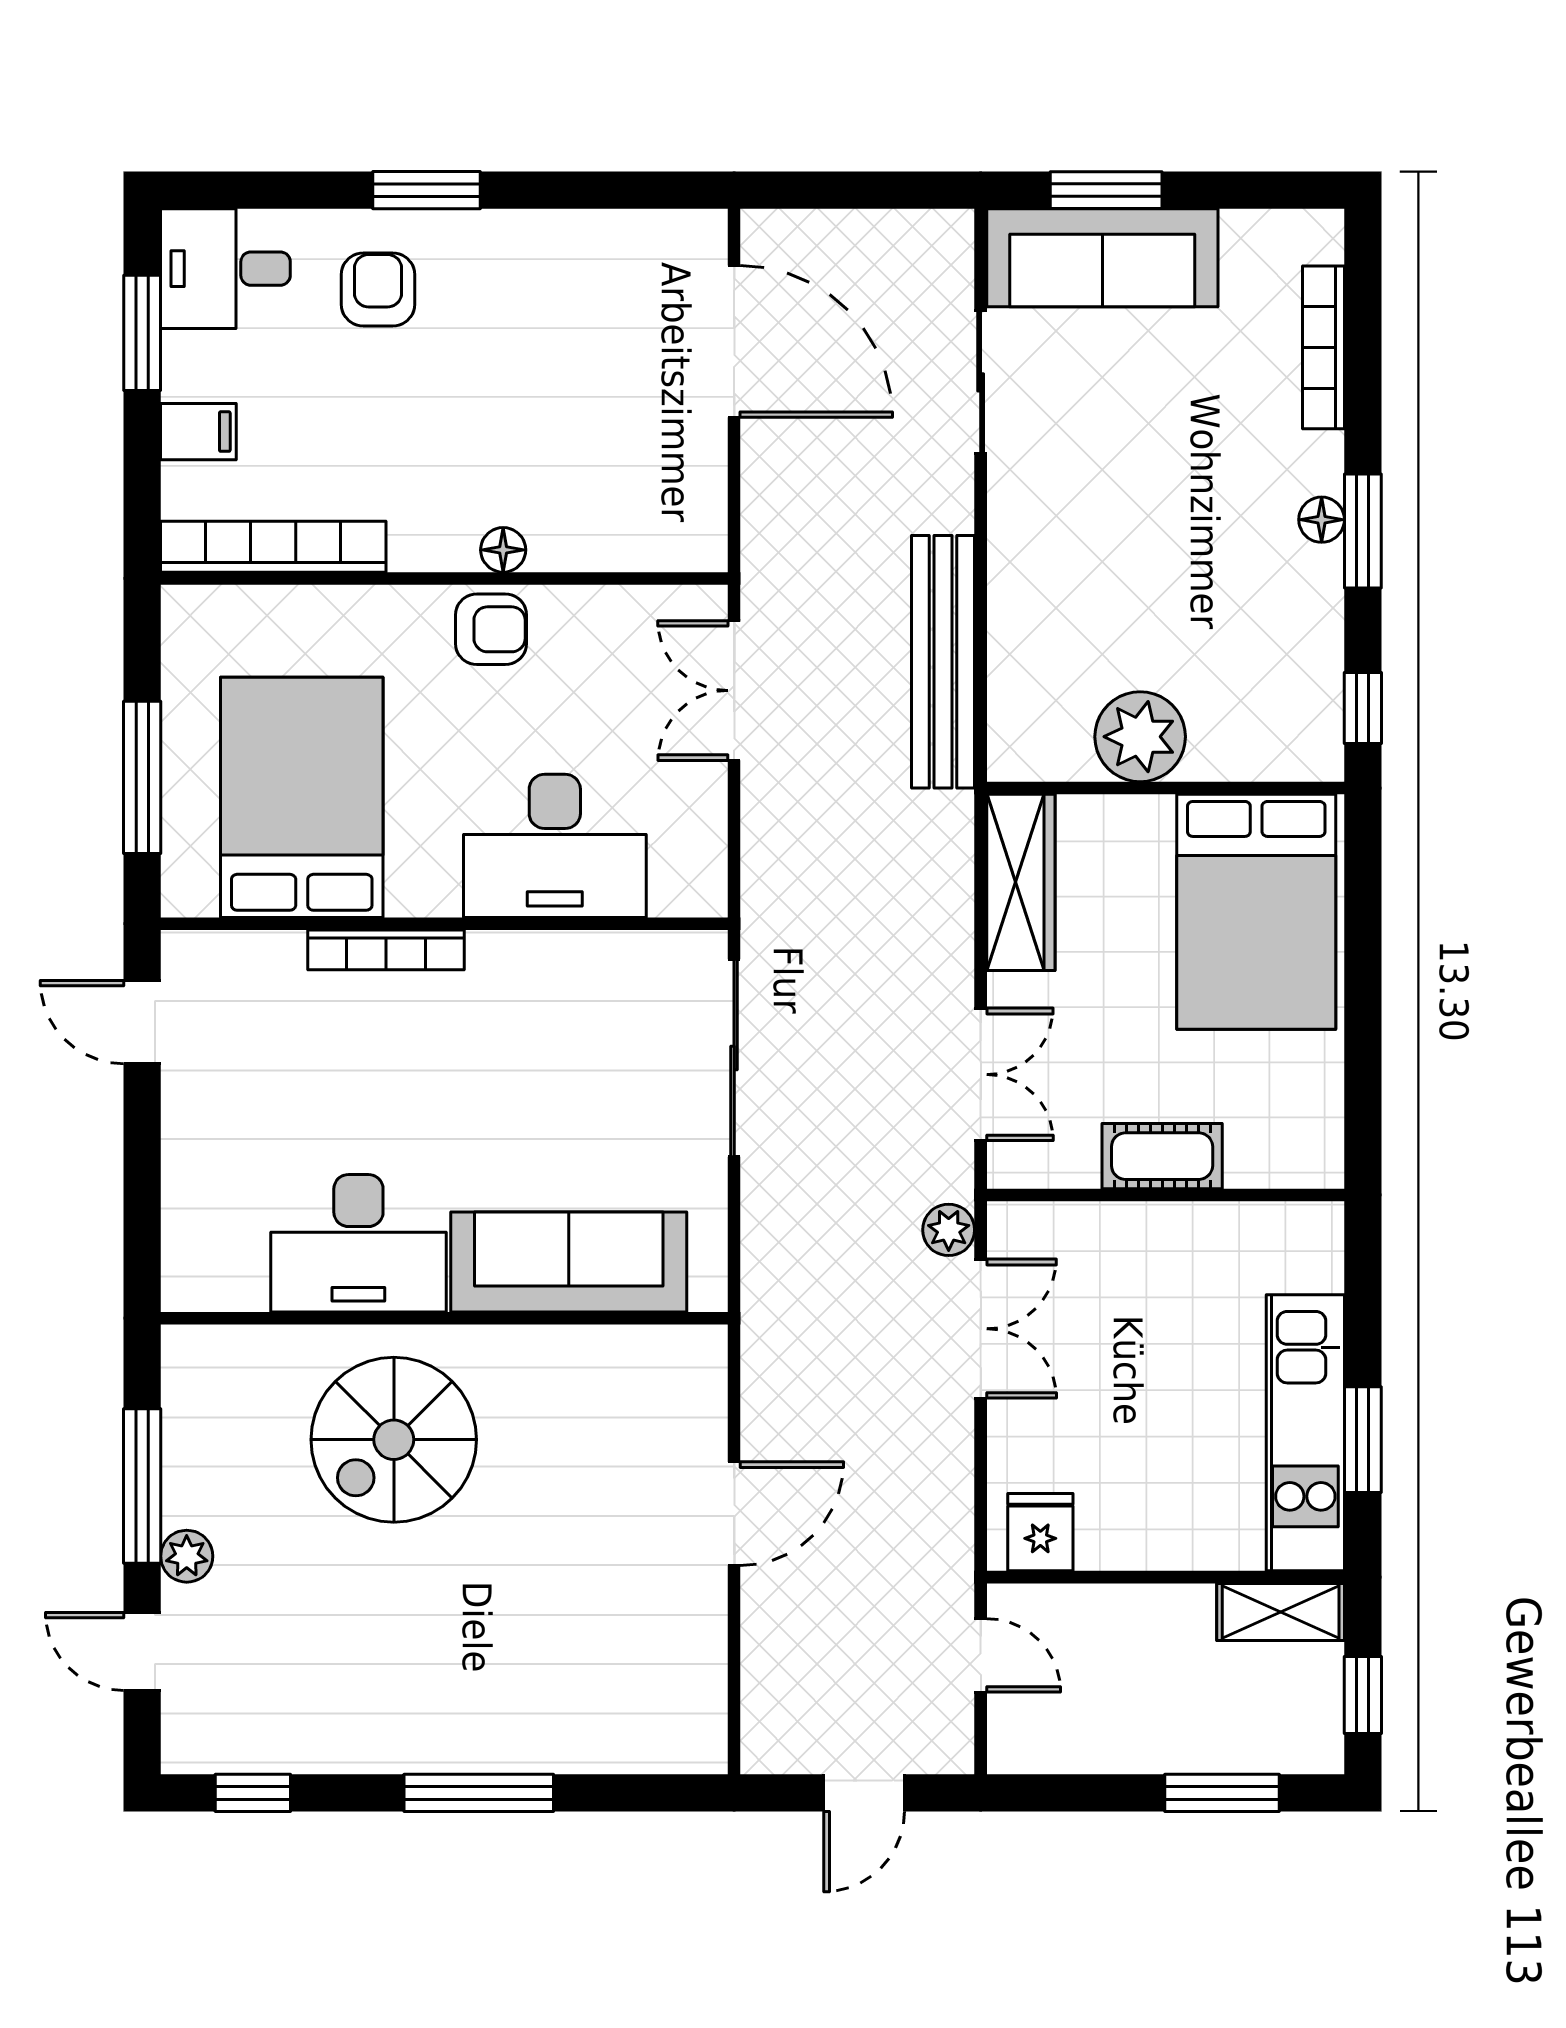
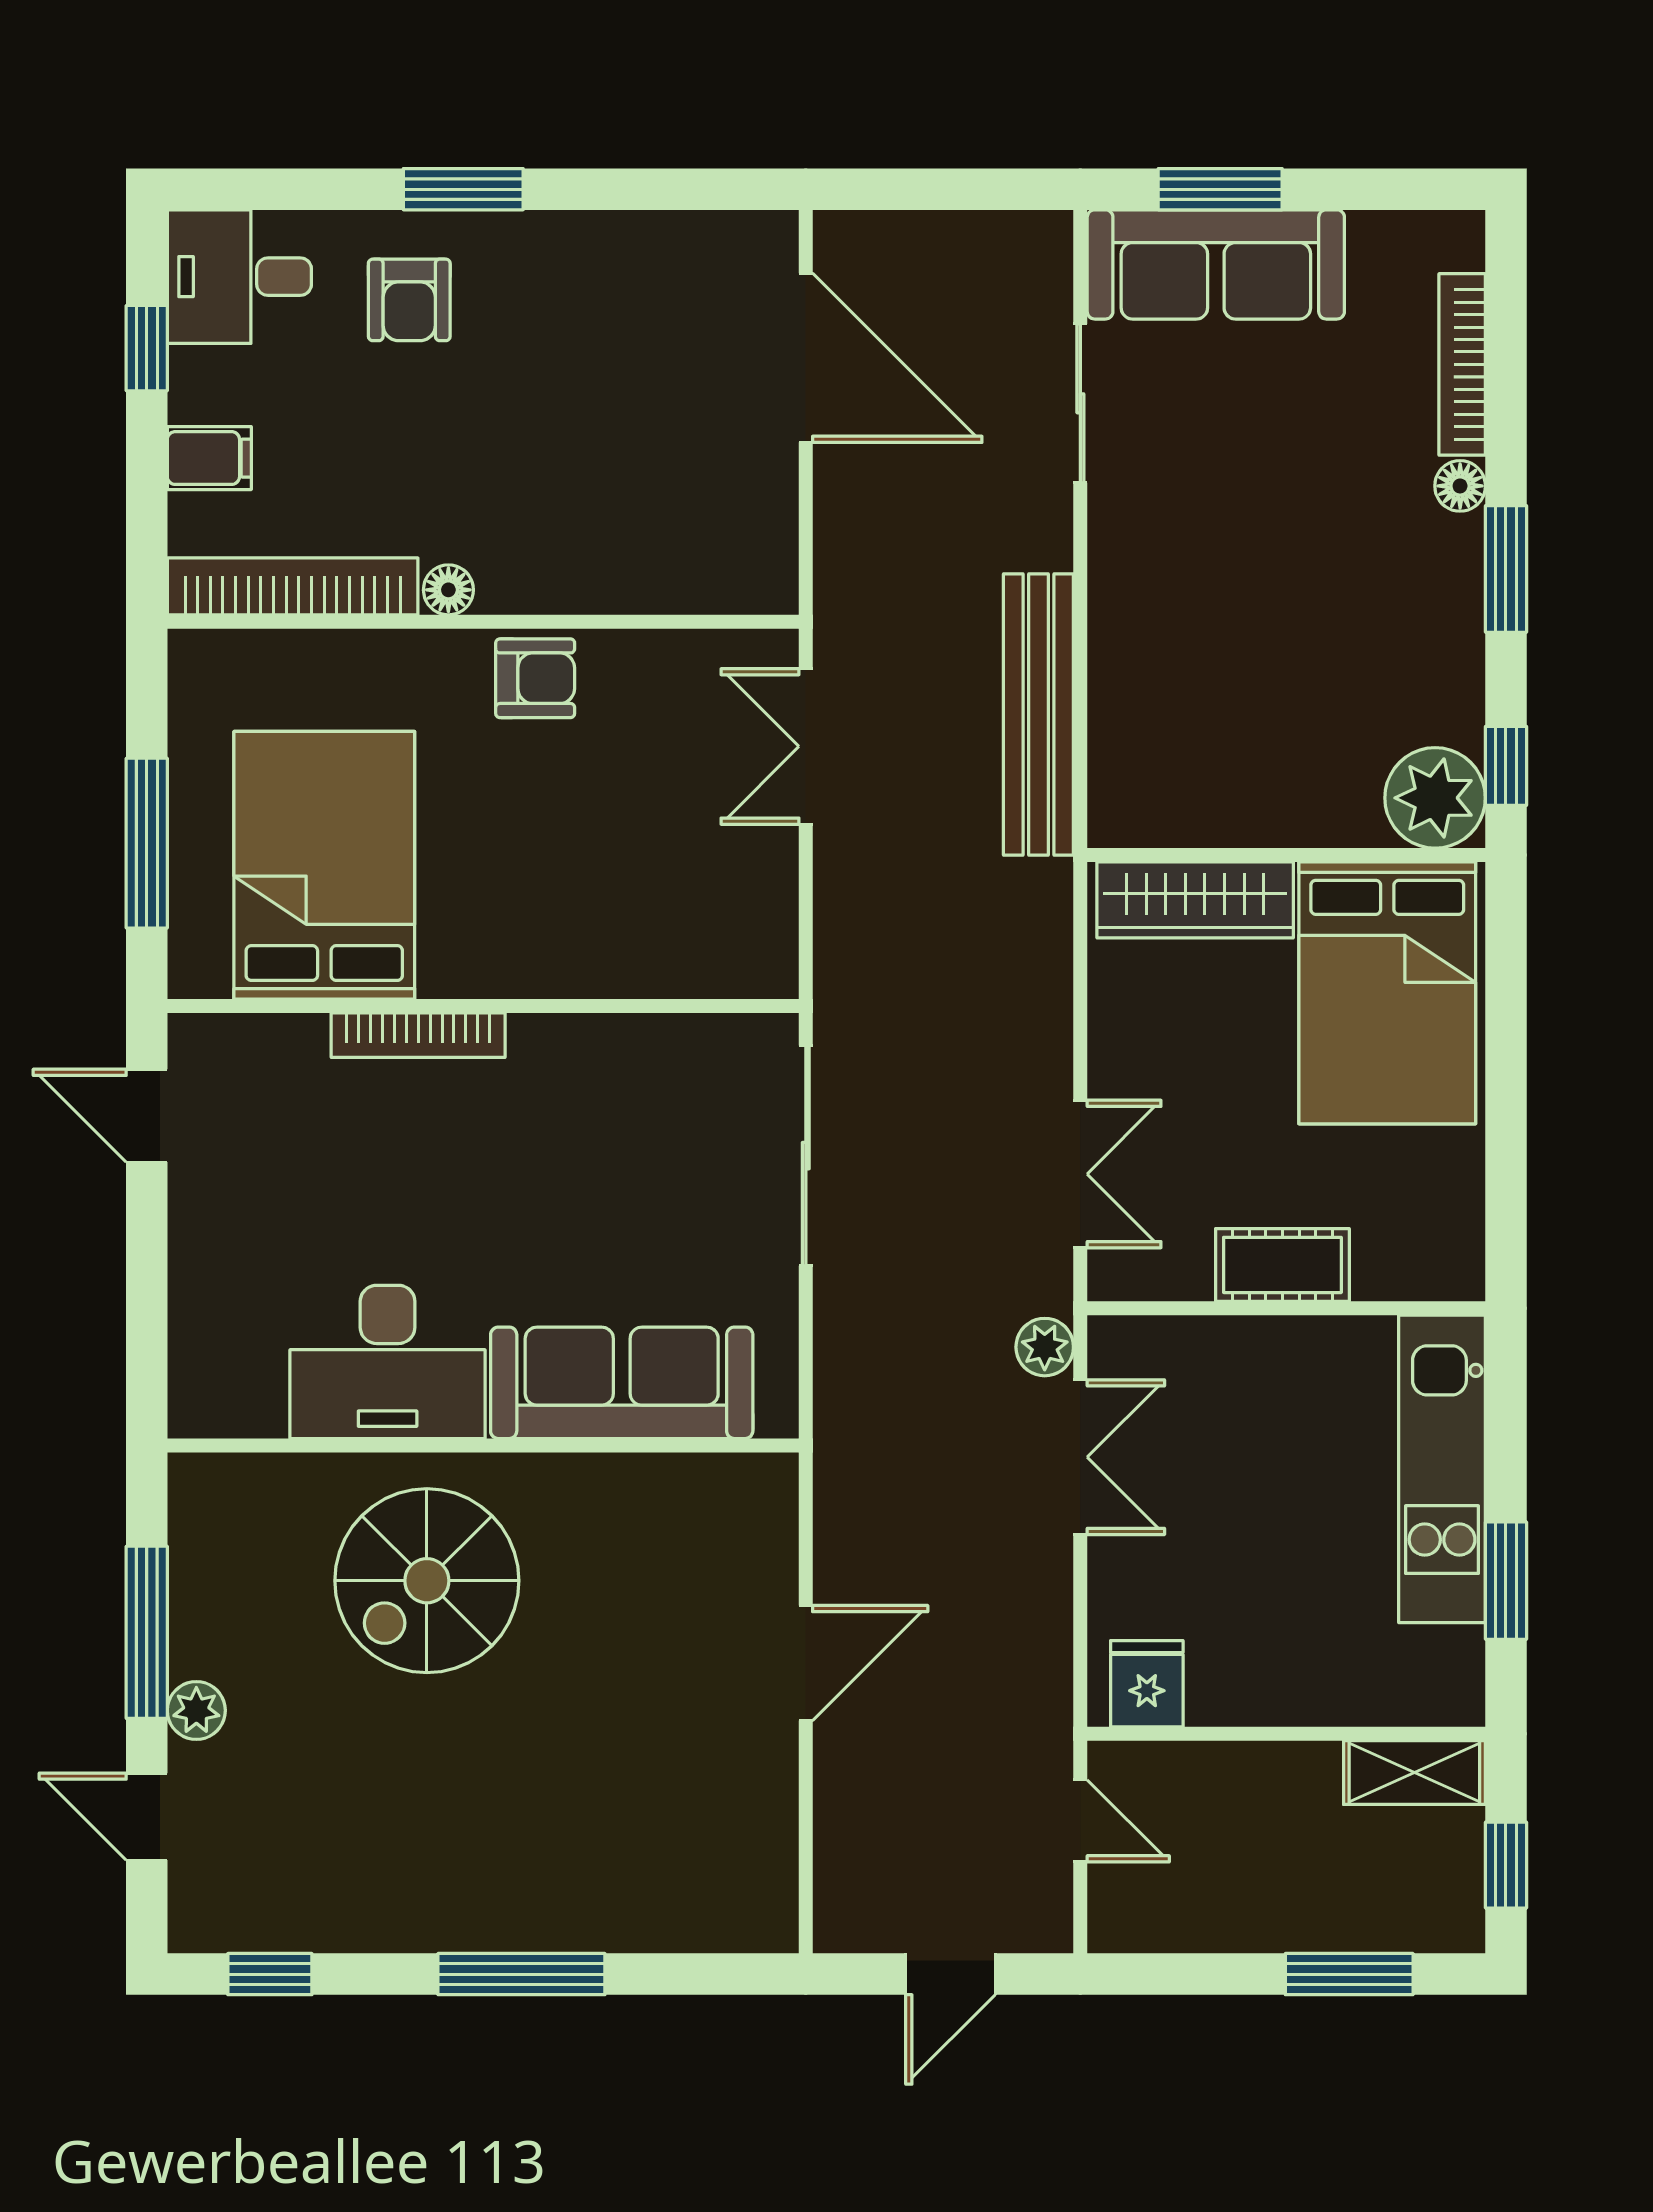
armchair: (378, 290) -> (409, 300), turned 180
window: (142, 333) -> (147, 348), width x0.67
floor lamp: (1322, 520) -> (1460, 486), moved
floor lamp: (503, 550) -> (448, 590), moved
plant: (1140, 737) -> (1435, 798), moved
desk: (555, 846) -> (606, 919), removed
wardrobe: (1021, 882) -> (1195, 900), moved, turned 90
kitchen unit: (1305, 1433) -> (1442, 1469), moved

